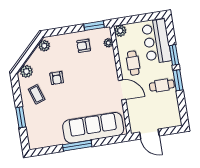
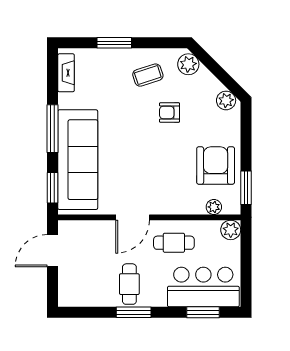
armchair: (84, 46) -> (216, 165), width x1.88, depth x1.88
window: (174, 55) -> (203, 312), moved
window: (112, 140) -> (52, 188), added
fireplace: (43, 143) -> (66, 73), added

